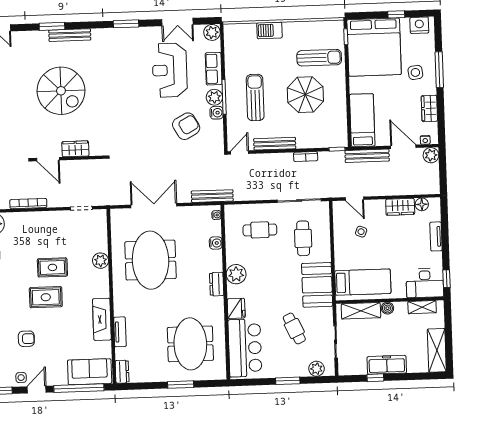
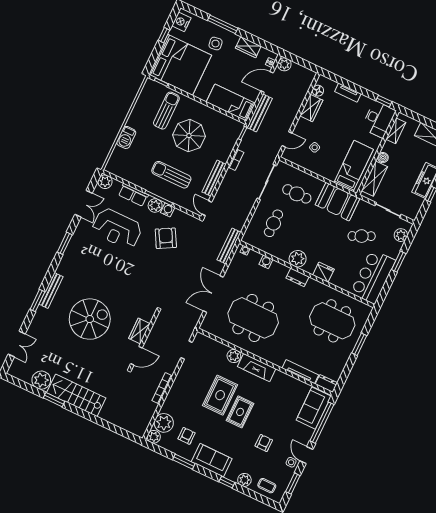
rug: (52, 267) -> (220, 395), width x1.36, depth x1.43
fireplace: (102, 319) -> (257, 368), moved
tv unit: (120, 332) -> (300, 372), width x1.41
bar counter: (245, 348) -> (373, 277), moved, turned -90

